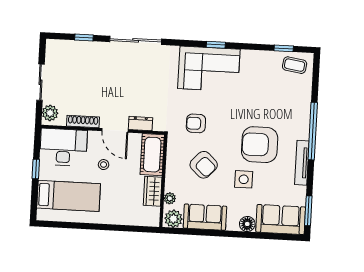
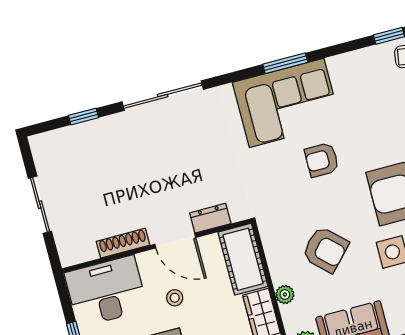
window: (216, 45) -> (285, 63), width x1.50
plant: (50, 113) -> (69, 246), removed
armchair: (196, 123) -> (322, 160), moved
plant: (170, 198) -> (285, 295), moved

